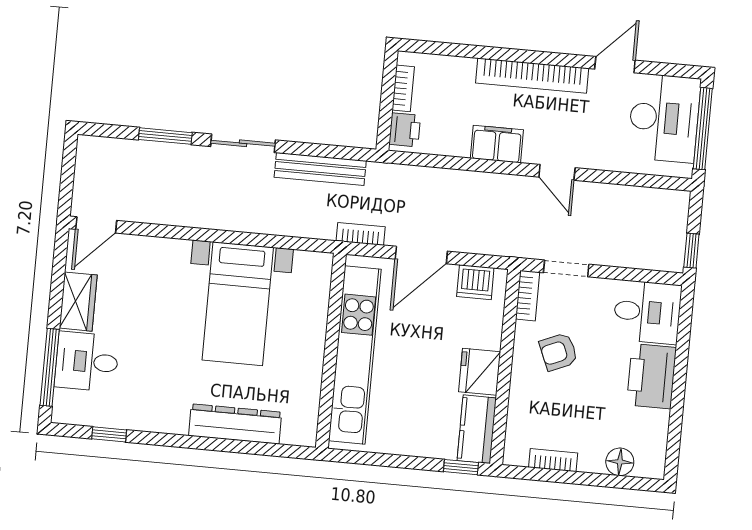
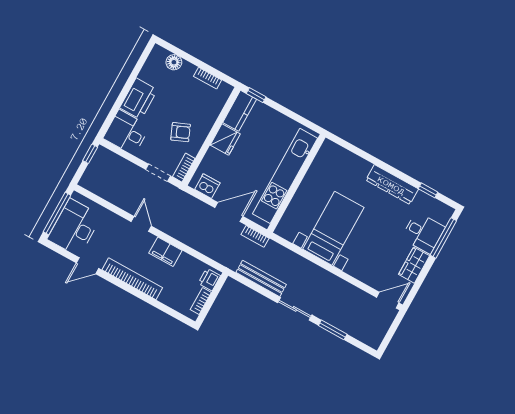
dresser: (235, 424) -> (392, 185), moved

